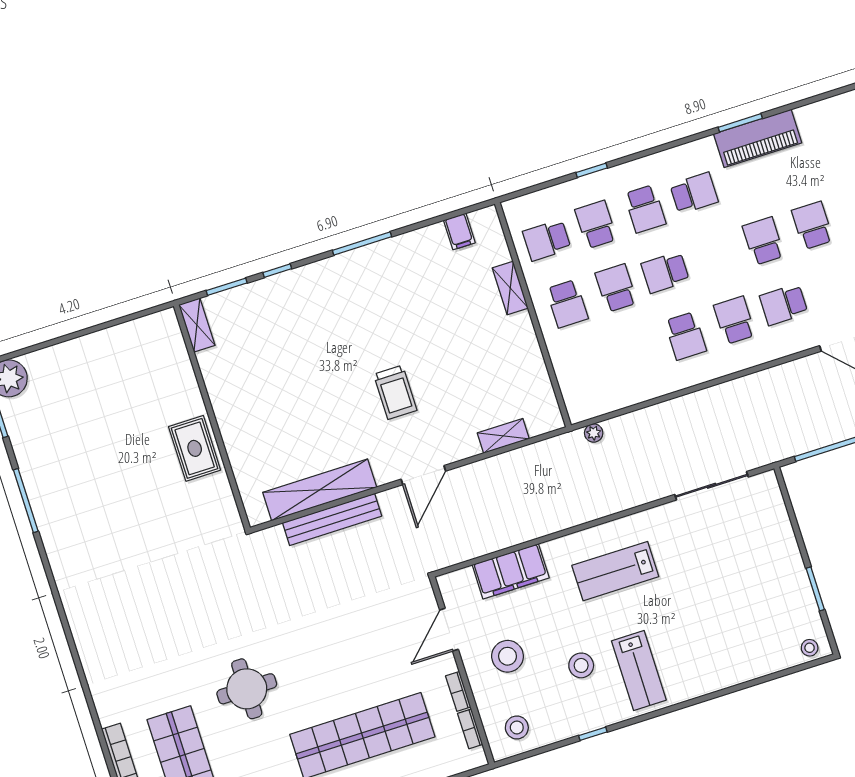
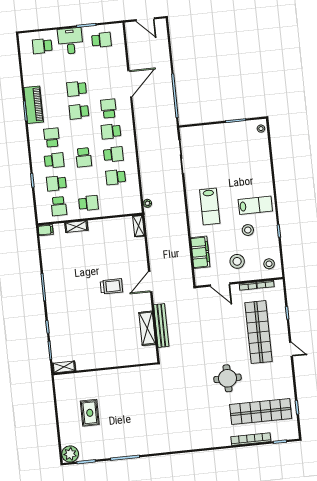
filing cabinet: (459, 231) -> (46, 230), moved
school desk: (616, 288) -> (116, 177), moved
school desk: (784, 305) -> (109, 109), turned 180
shelving: (503, 436) -> (139, 226), moved
rug: (195, 448) -> (90, 413), moved, turned 90
door: (423, 475) -> (150, 282), swing flipped
shelving: (320, 490) -> (147, 328), width x0.68

